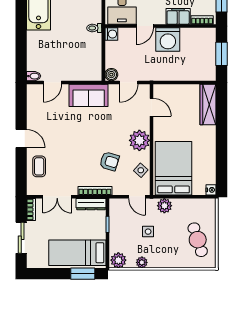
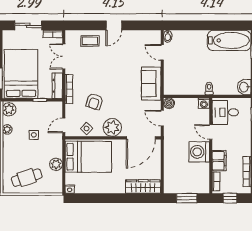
door: (152, 107) -> (141, 138), width x1.87
plant: (164, 206) -> (56, 164), moved
bed: (77, 253) -> (21, 74), width x1.50

